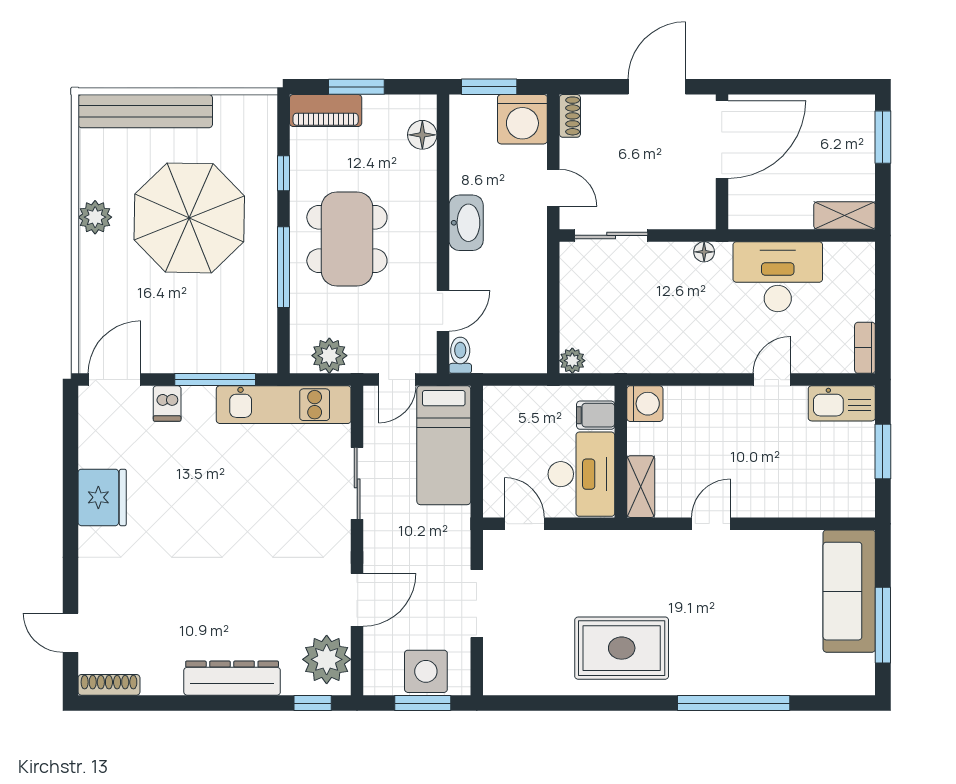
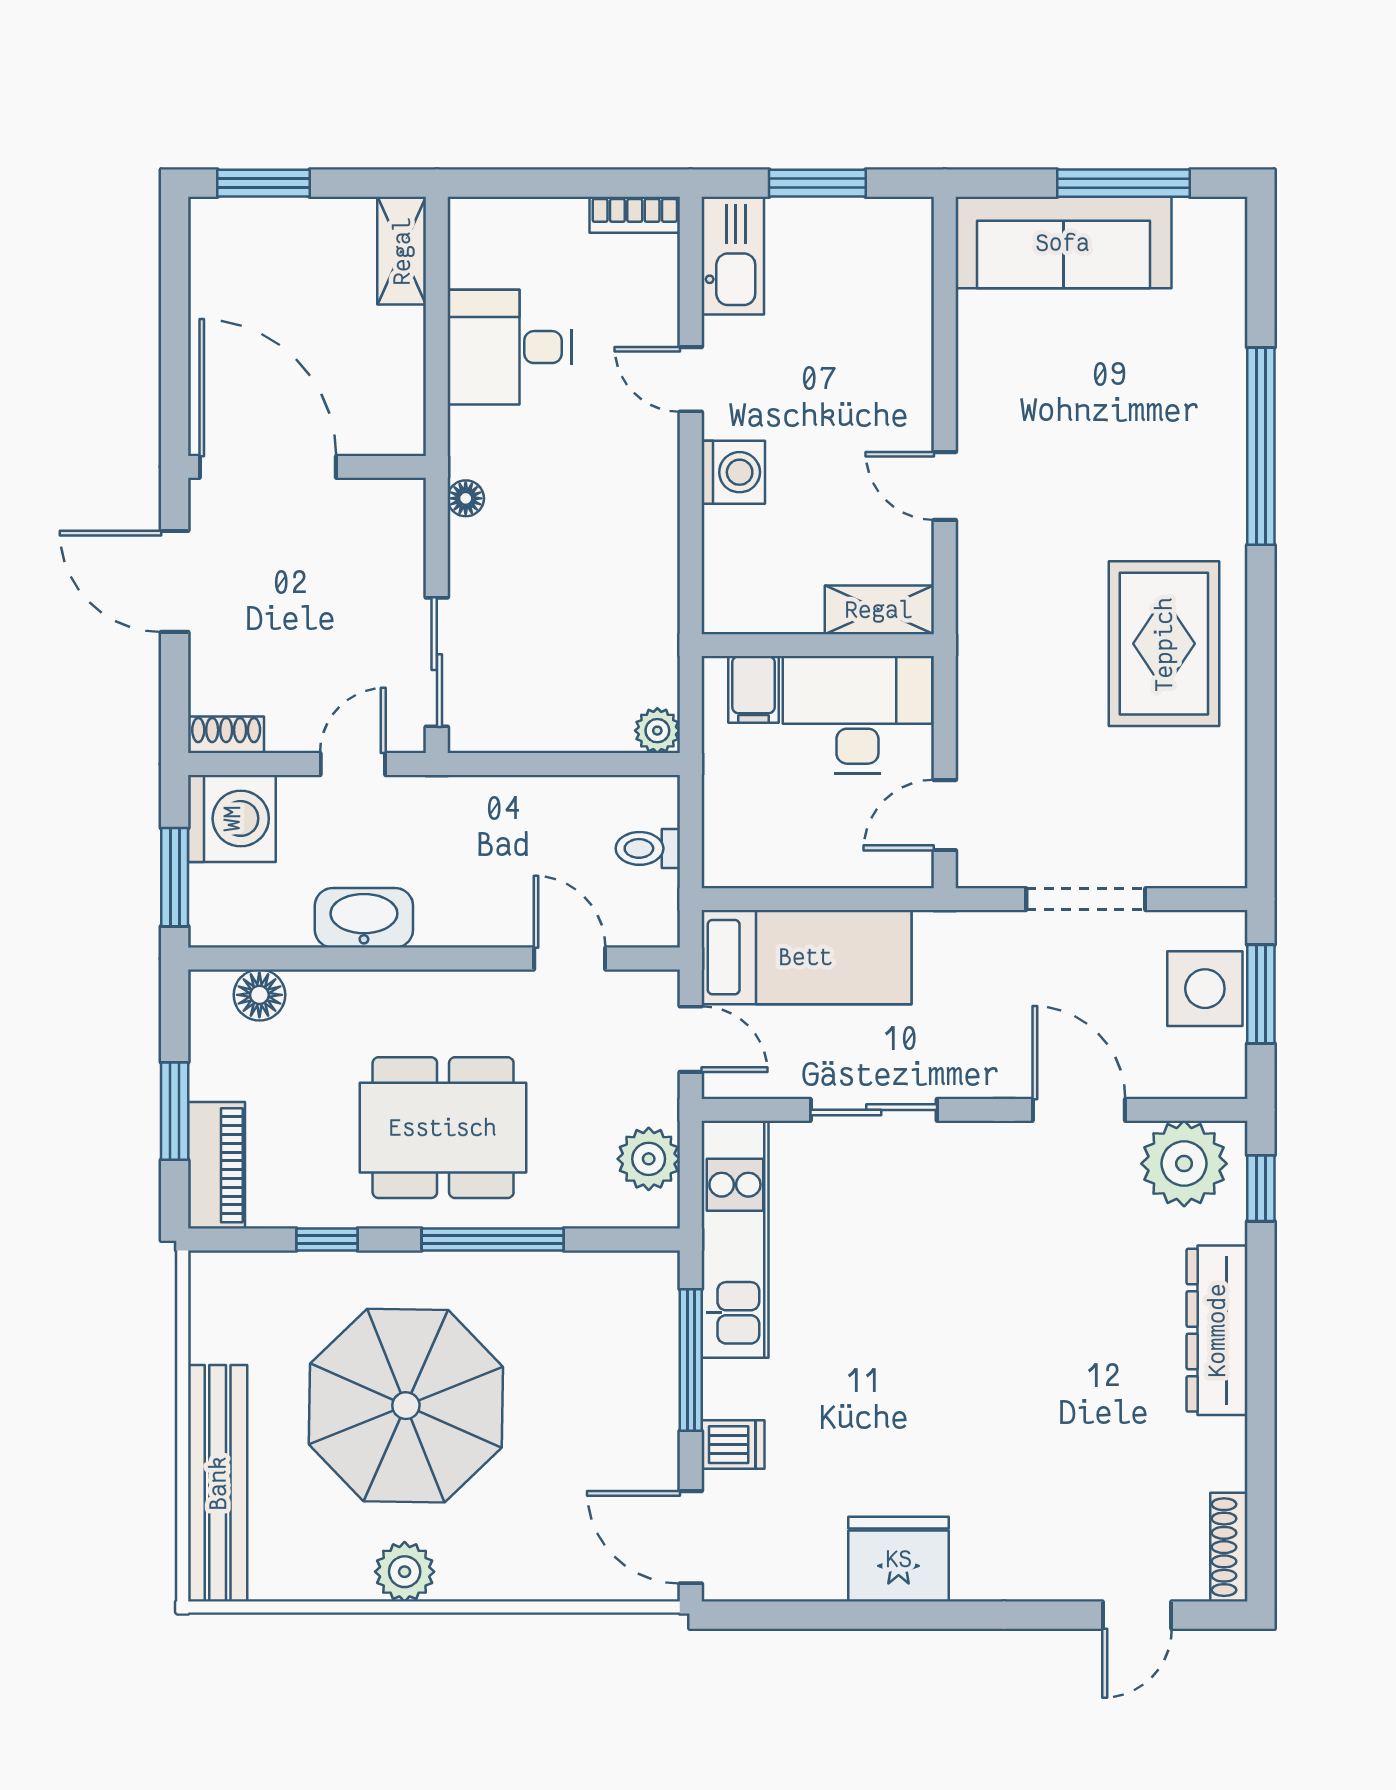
washbasin: (466, 223) -> (364, 918), moved
desk: (778, 277) -> (510, 347), width x0.73
toilet: (460, 355) -> (648, 848), moved
washing machine: (645, 404) -> (733, 472), moved, turned 90

